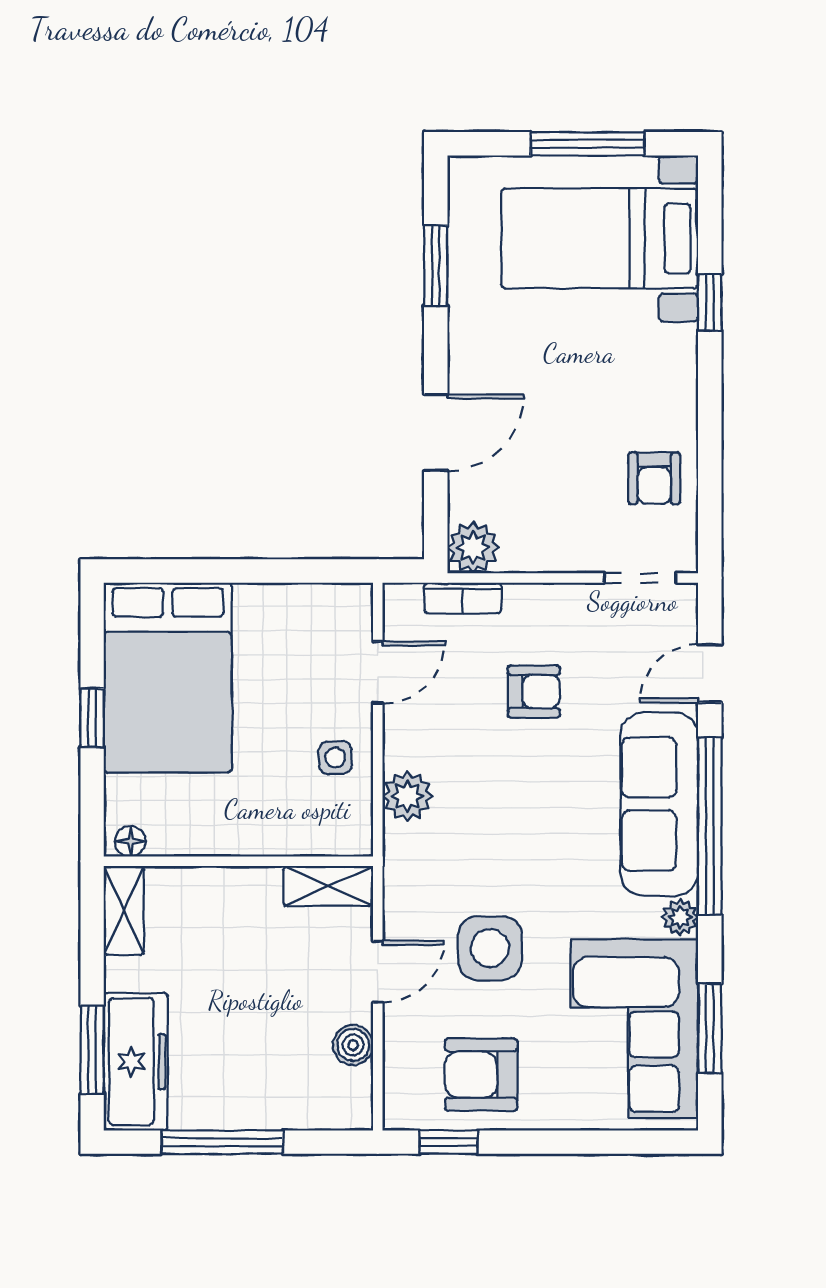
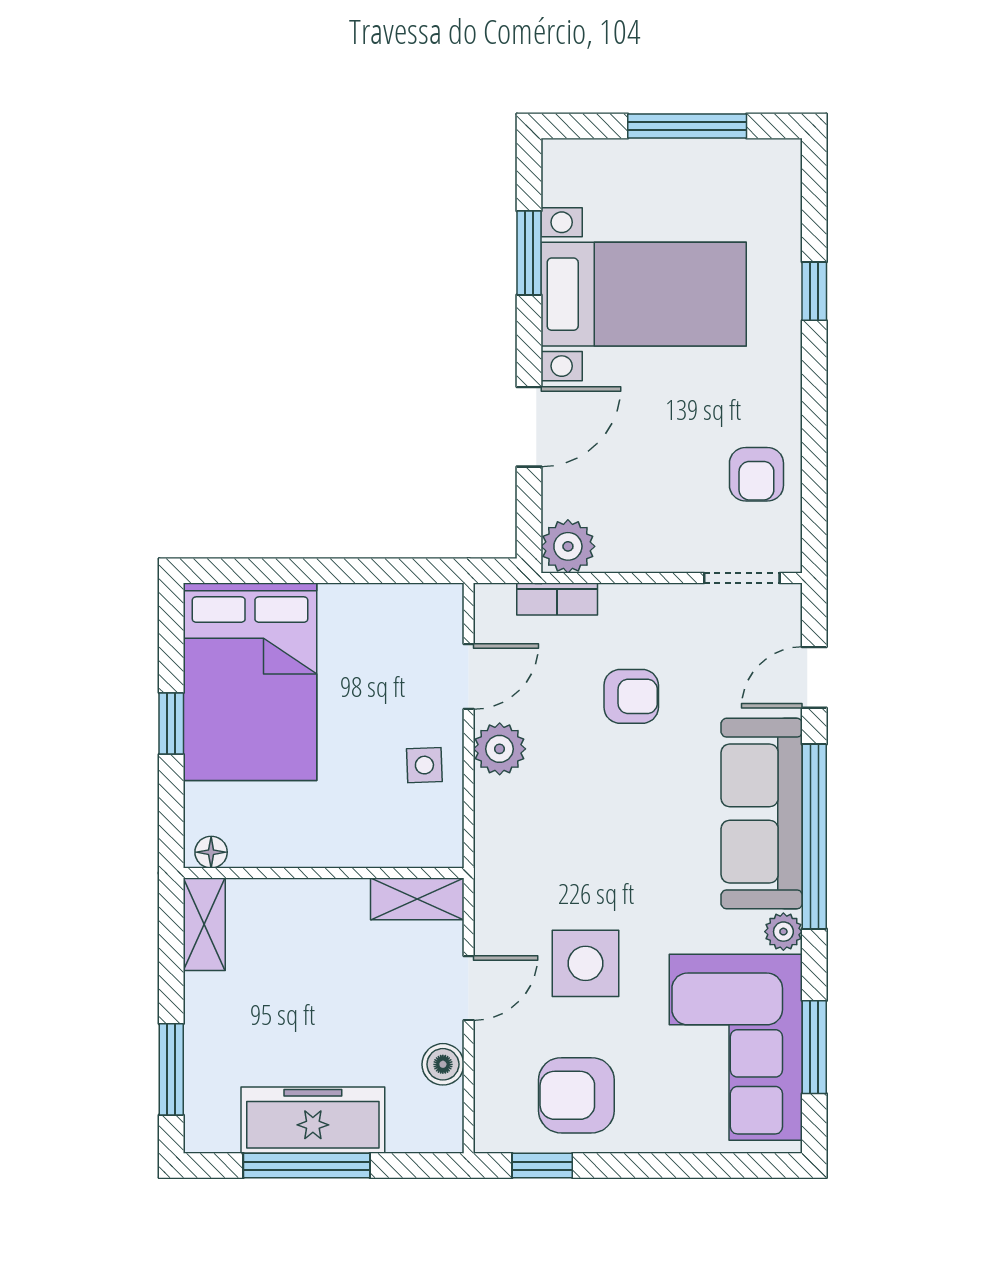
bed with nightstands: (600, 239) -> (644, 294), moved, turned 180
plant: (407, 796) -> (500, 749), moved
freezer: (136, 1062) -> (313, 1120), moved, turned -90

